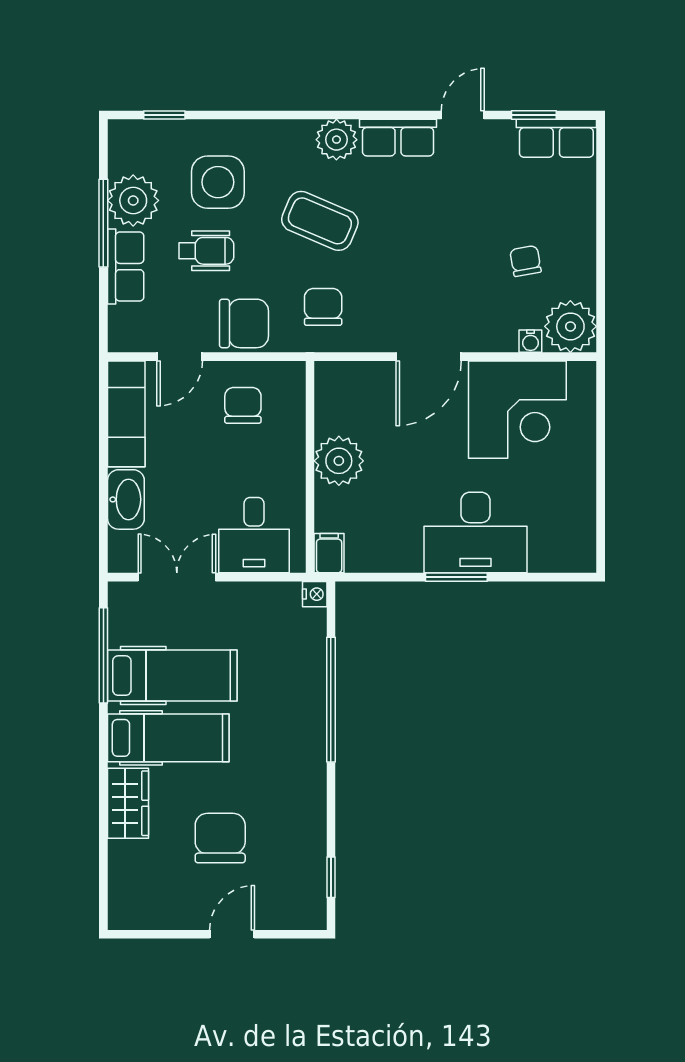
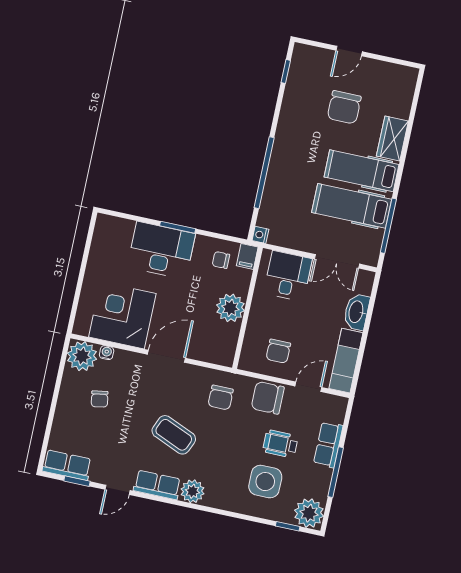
plant: (133, 200) -> (309, 513), moved
coffee table: (320, 221) -> (174, 435), moved
chair: (372, 538) -> (221, 260), added

